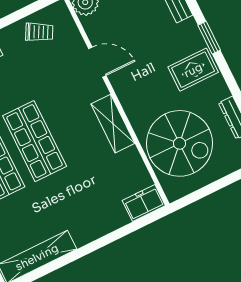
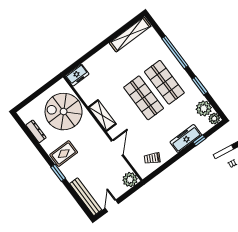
door: (97, 62) -> (117, 148), swing flipped

